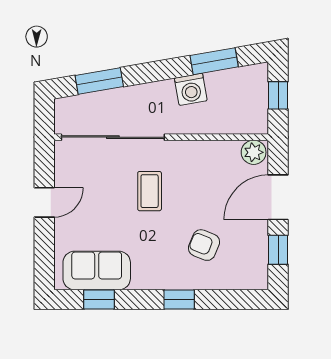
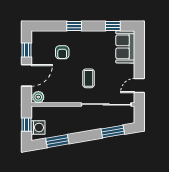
washing machine: (191, 89) -> (38, 127), moved, turned 100
door: (44, 202) -> (139, 86), moved
armchair: (204, 245) -> (62, 52), turned 68
sofa: (97, 271) -> (125, 47), moved, turned 90

